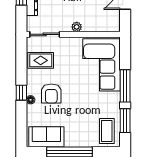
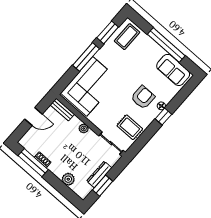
bench: (107, 27) -> (62, 110), added

